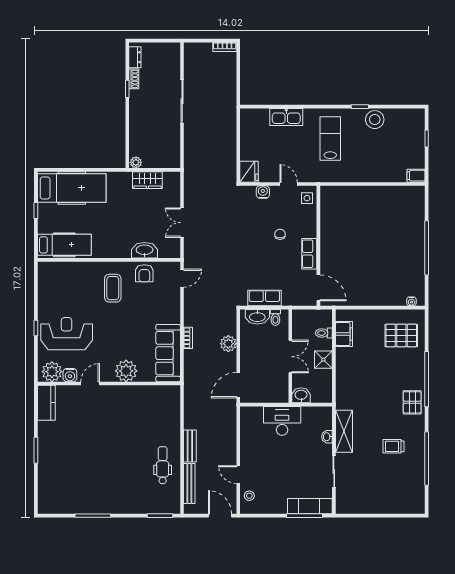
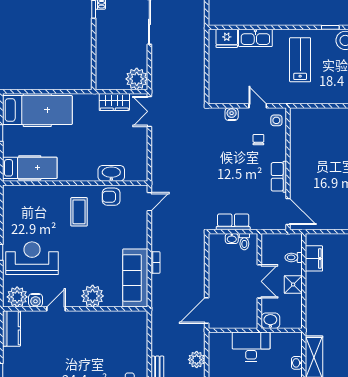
plant: (136, 162) -> (137, 79), moved, width x1.88, depth x1.88
fridge: (249, 172) -> (227, 38), moved, turned 90
double door: (182, 223) -> (149, 111), moved
chair: (280, 234) -> (258, 140), moved
armchair: (144, 273) -> (111, 197), turned 90
washbasin: (257, 317) -> (232, 239), width x0.52, depth x0.69
plant: (228, 344) -> (197, 360), moved

